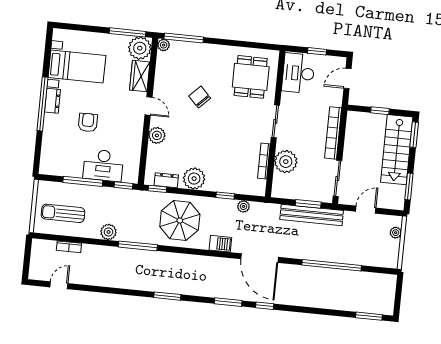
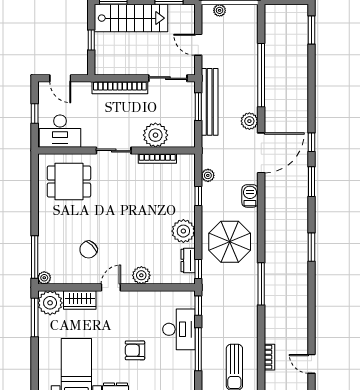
chair: (200, 97) -> (88, 250), moved
plant: (108, 232) -> (249, 121), moved

